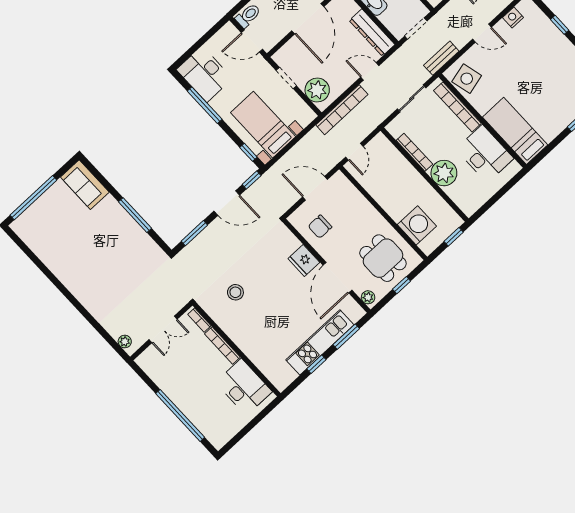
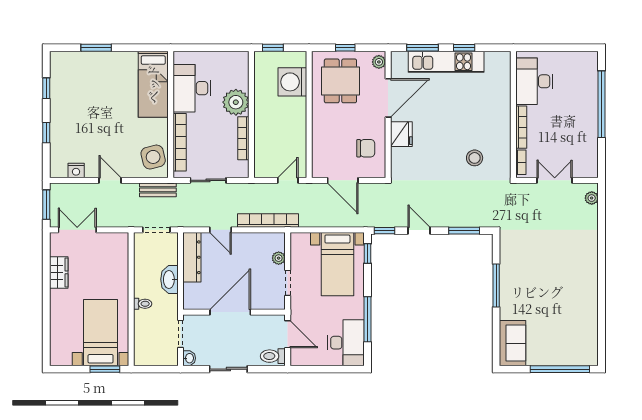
plant: (317, 90) -> (279, 258), width x0.53, depth x0.53
door: (227, 203) -> (419, 231), width x0.73

